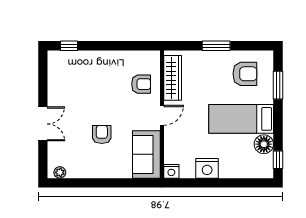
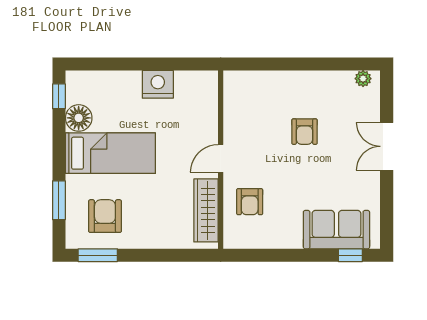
window: (216, 46) -> (98, 255), moved
armchair: (245, 74) -> (105, 216), turned 90
armchair: (141, 84) -> (250, 202), turned -90
sofa: (146, 154) -> (336, 230), moved, turned -90
nightstand: (171, 171) -> (208, 80), removed

